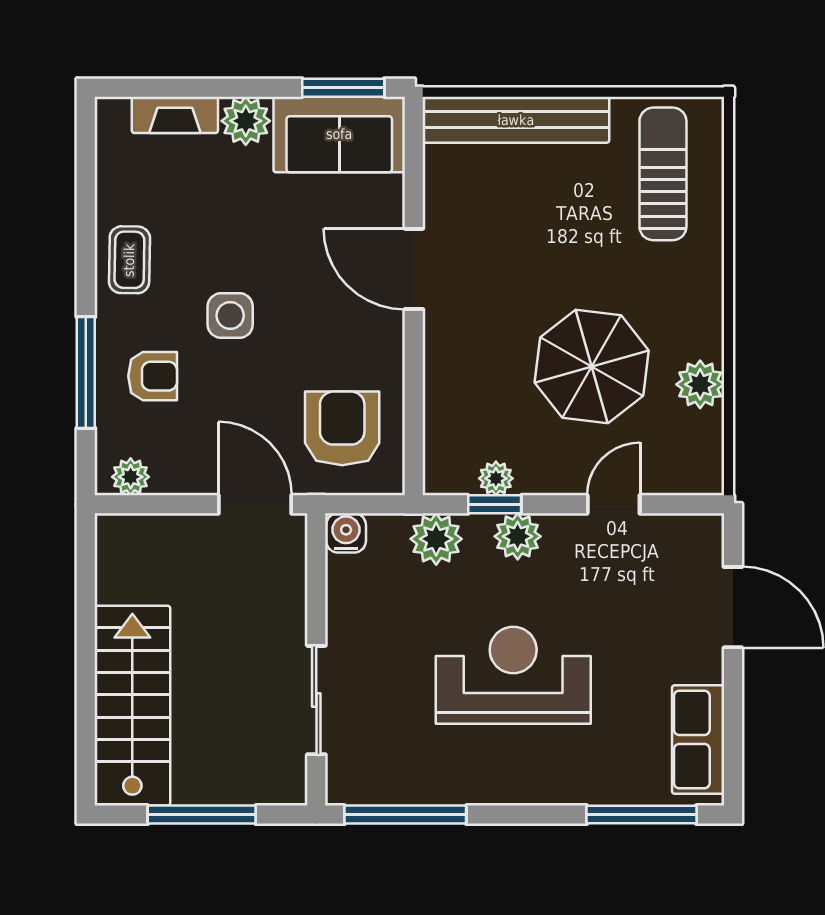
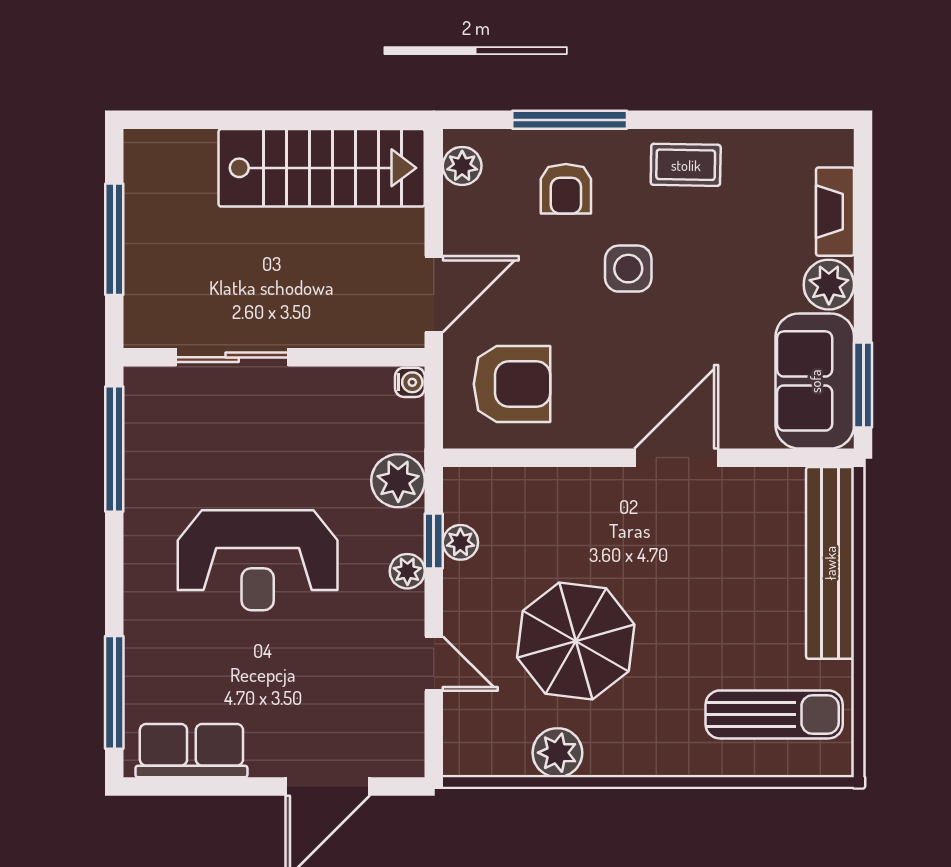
water cooler: (346, 533) -> (410, 382), width x0.72, depth x0.72
plant: (518, 536) -> (407, 571), width x0.73, depth x0.73
reception desk: (513, 675) -> (258, 560), turned 90
stairs: (132, 706) -> (322, 168), moved

